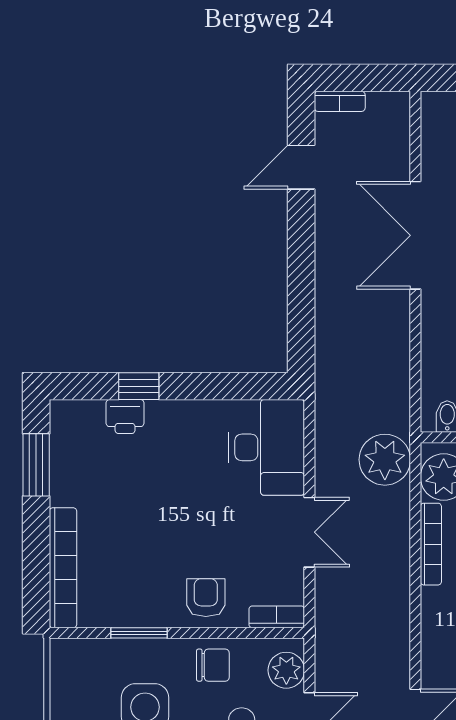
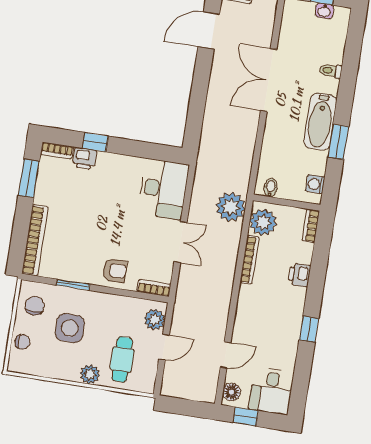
door: (301, 167) -> (209, 30), width x1.38
bookcase: (76, 410) -> (57, 150), added
armchair: (206, 598) -> (115, 270), turned 90
chair: (213, 665) -> (35, 306), moved, turned -90

